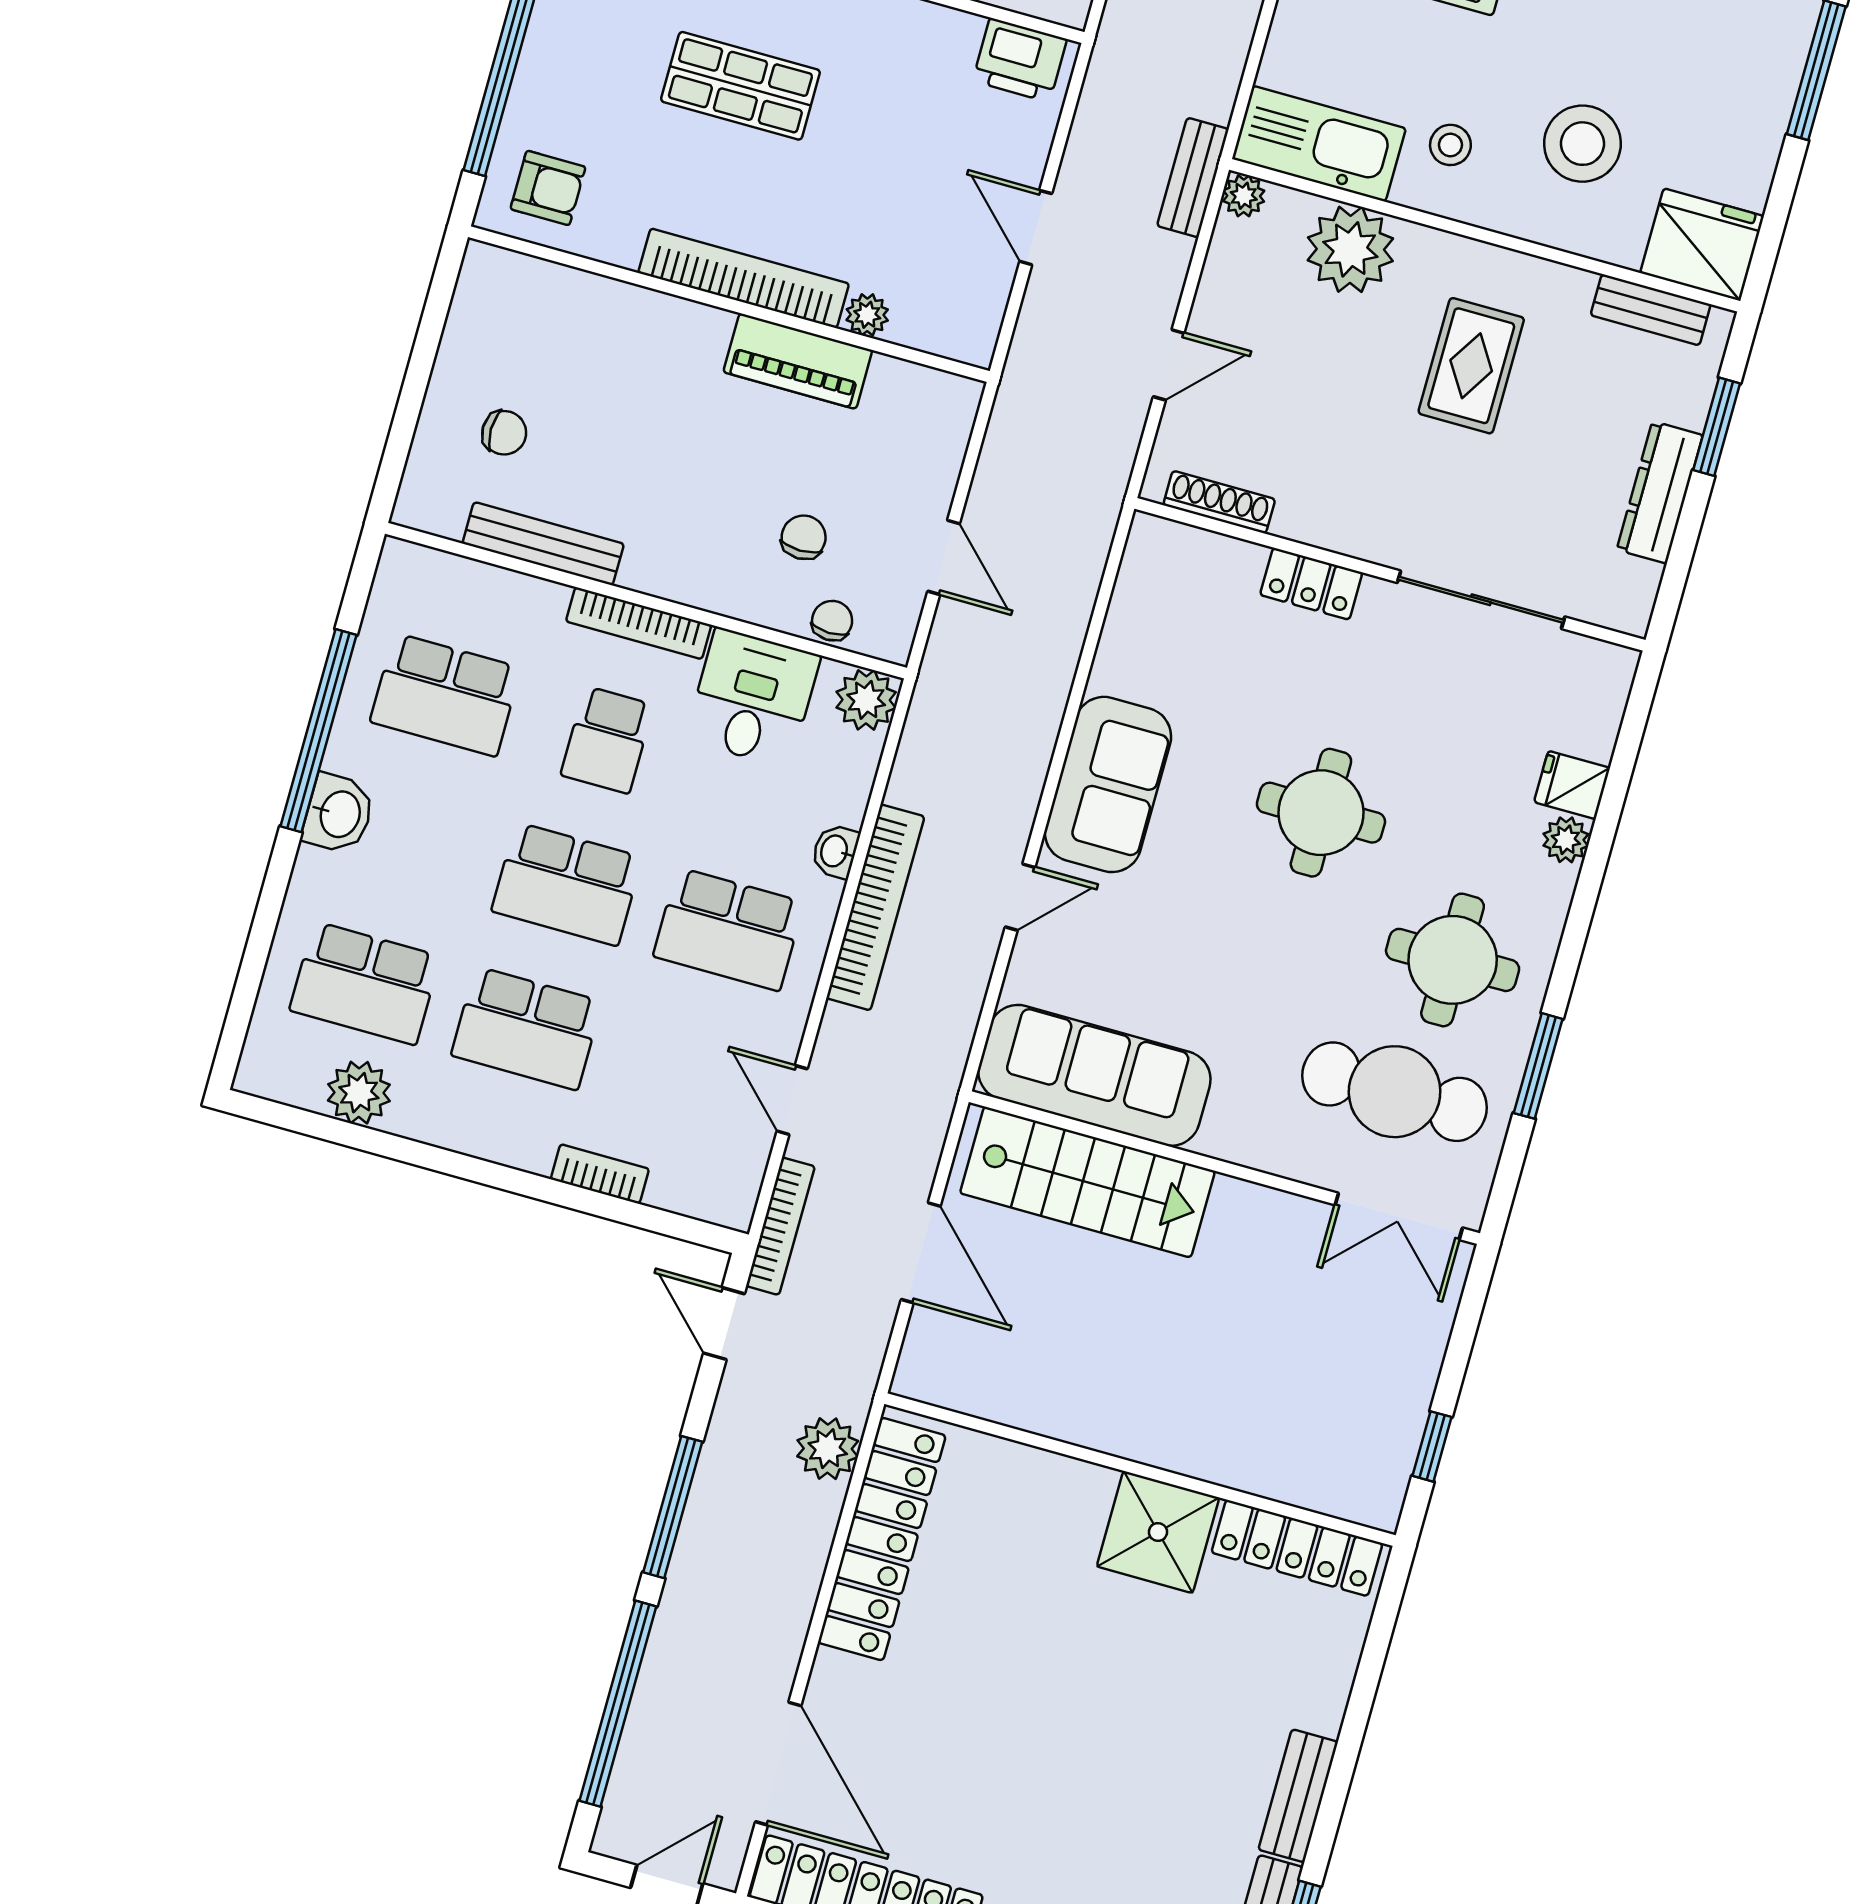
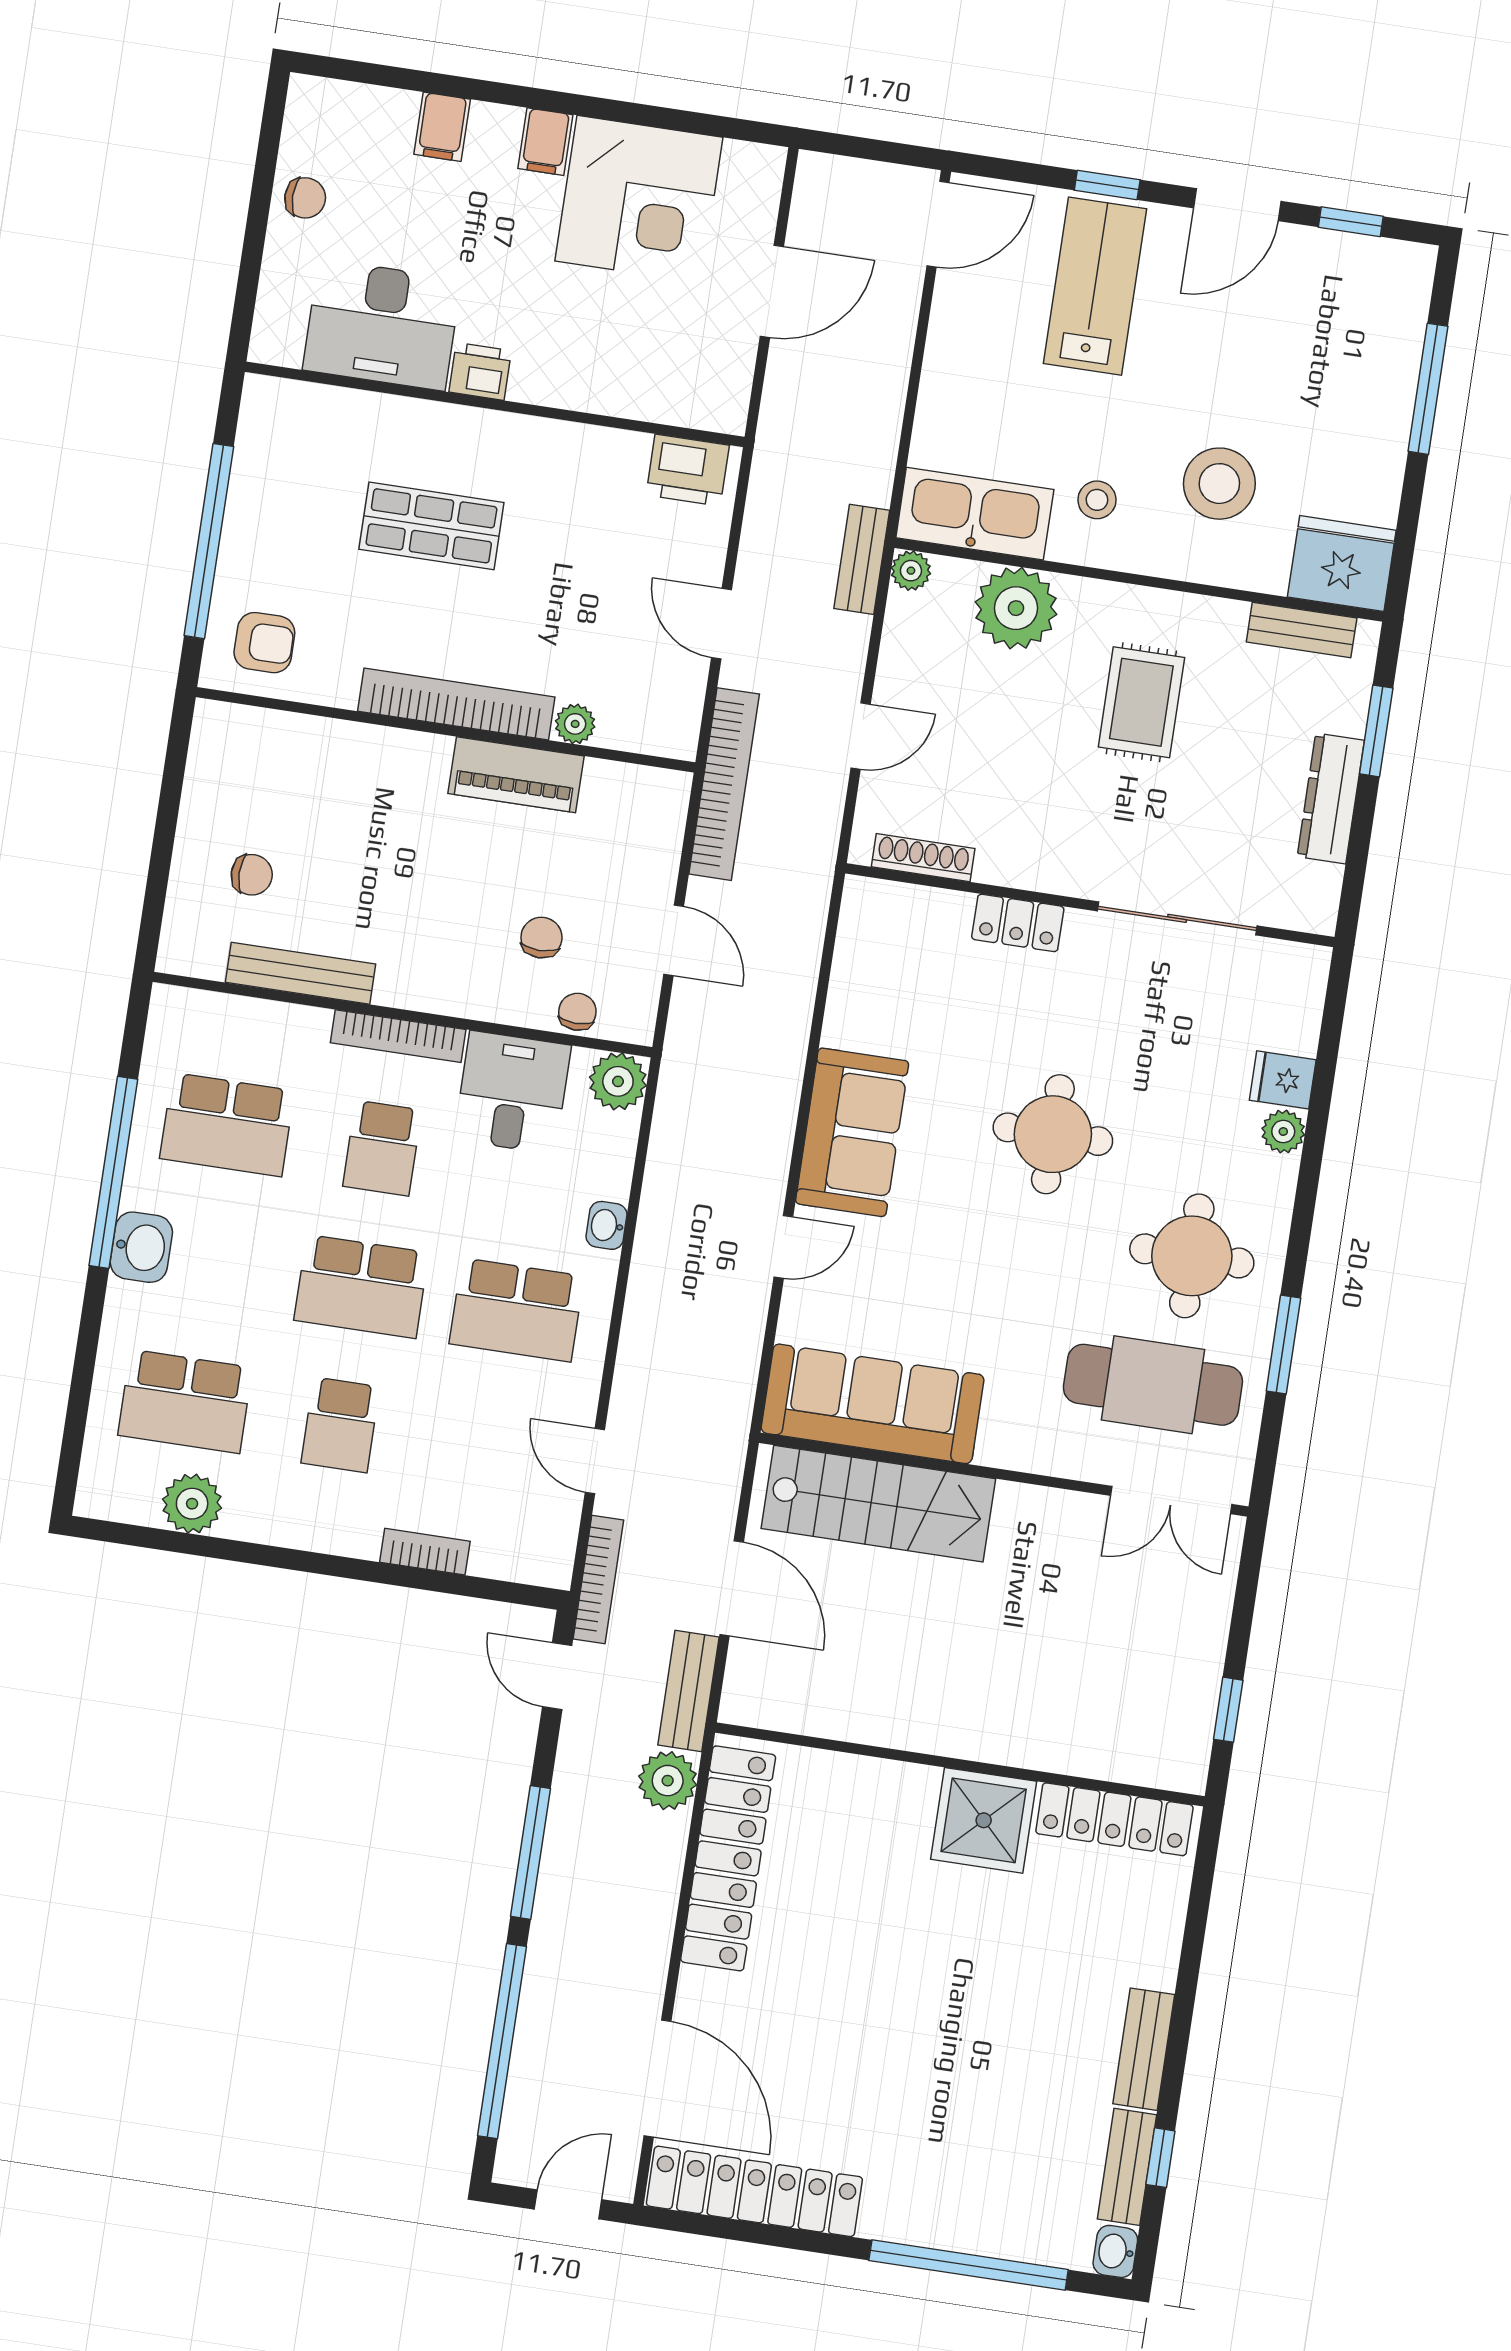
bookcase: (875, 907) -> (724, 784), moved
school desk: (527, 1028) -> (340, 1425), width x0.54
bench: (862, 1356) -> (688, 1691), added

